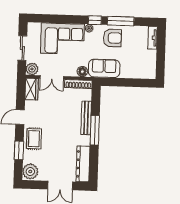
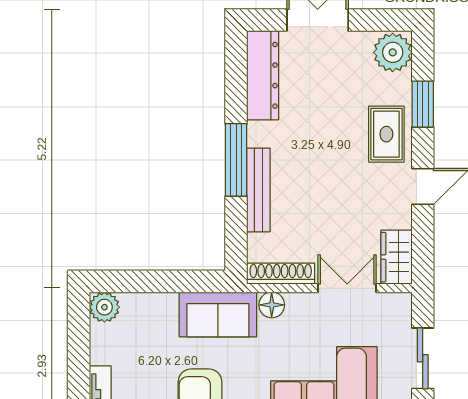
plant: (32, 69) -> (104, 307), moved

